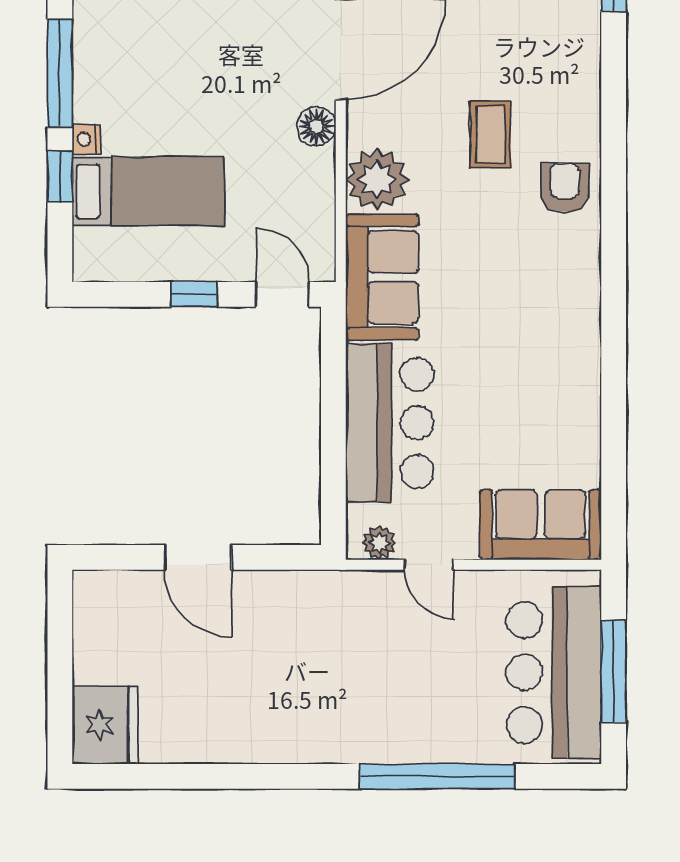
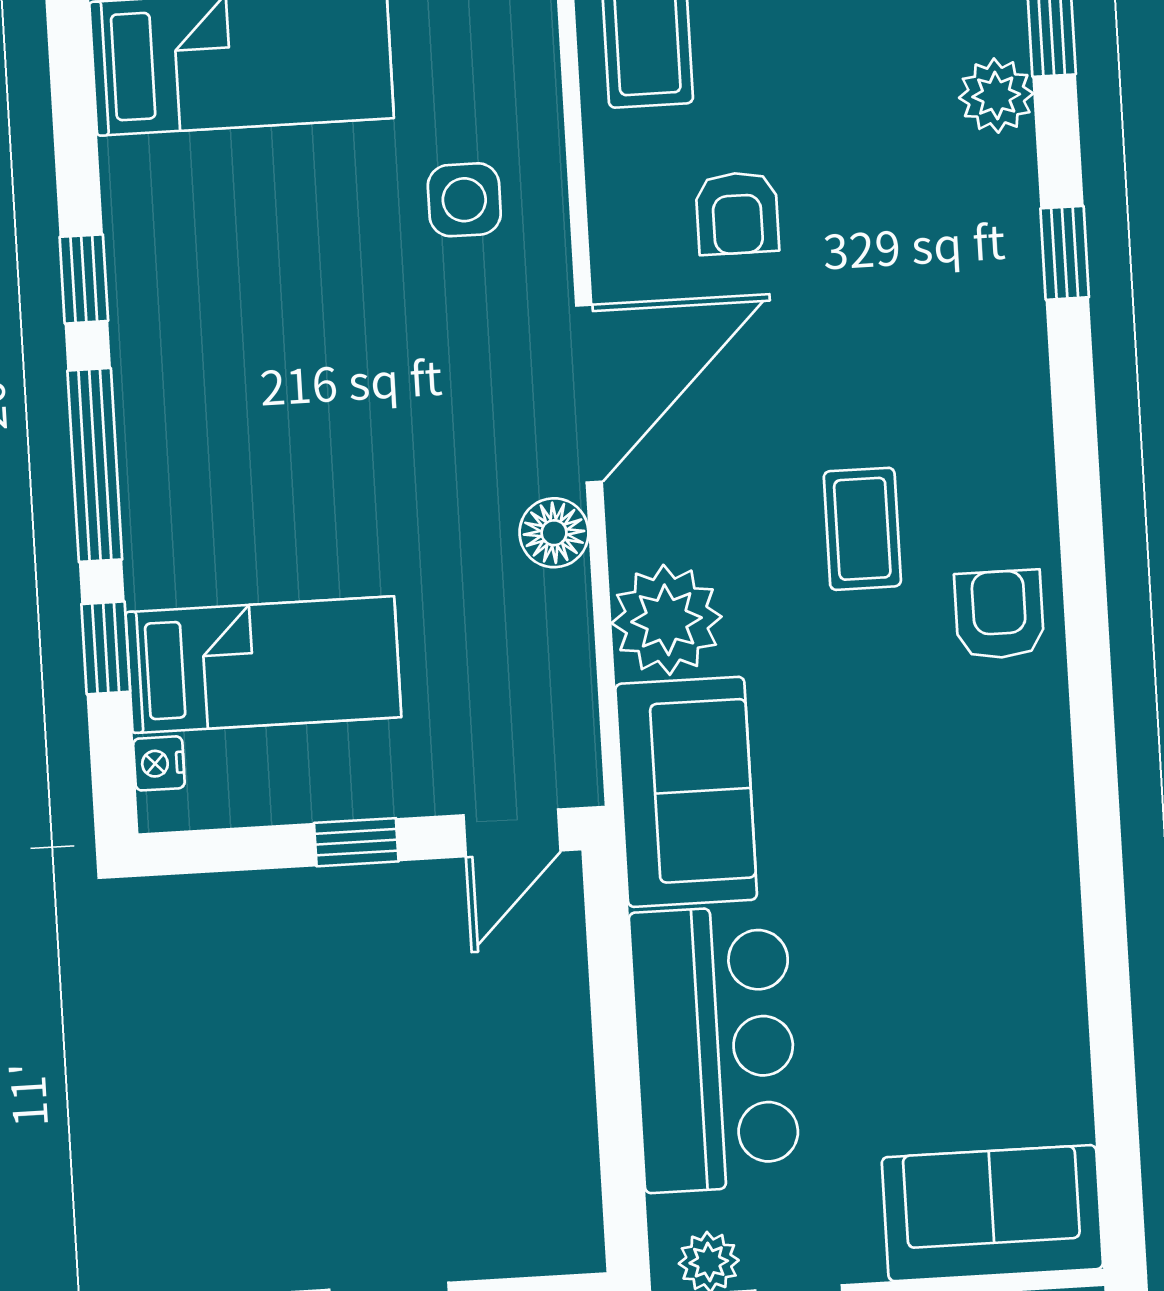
nightstand: (86, 139) -> (159, 763), moved
door: (283, 294) -> (512, 833), swing flipped

